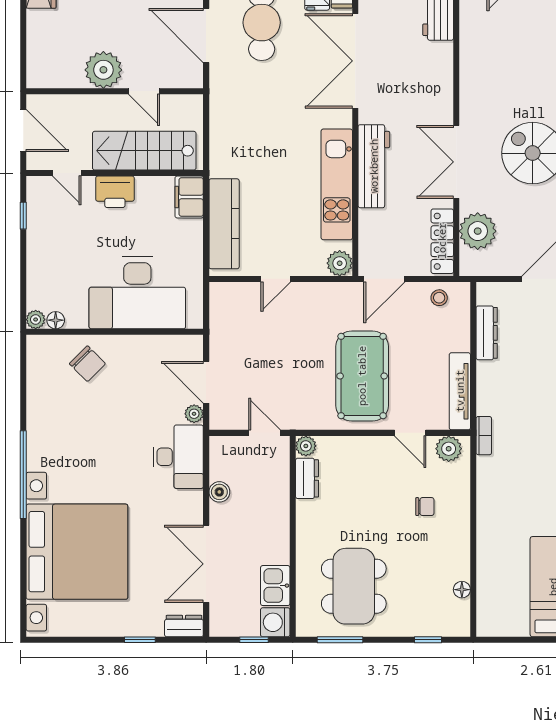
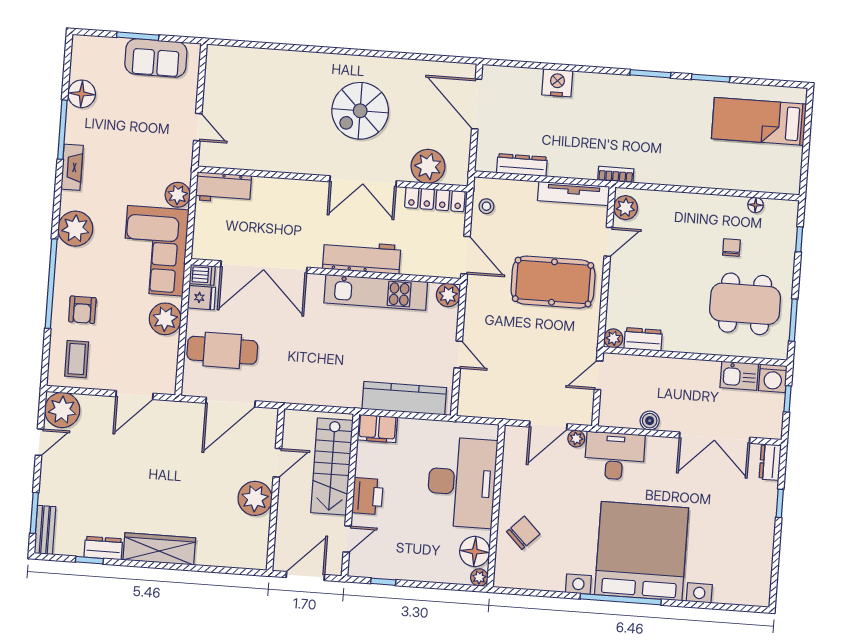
floor lamp: (56, 320) -> (475, 551), width x1.89, depth x1.89
chair: (425, 507) -> (731, 248), moved
bed with nightstands: (77, 552) -> (642, 551), moved

